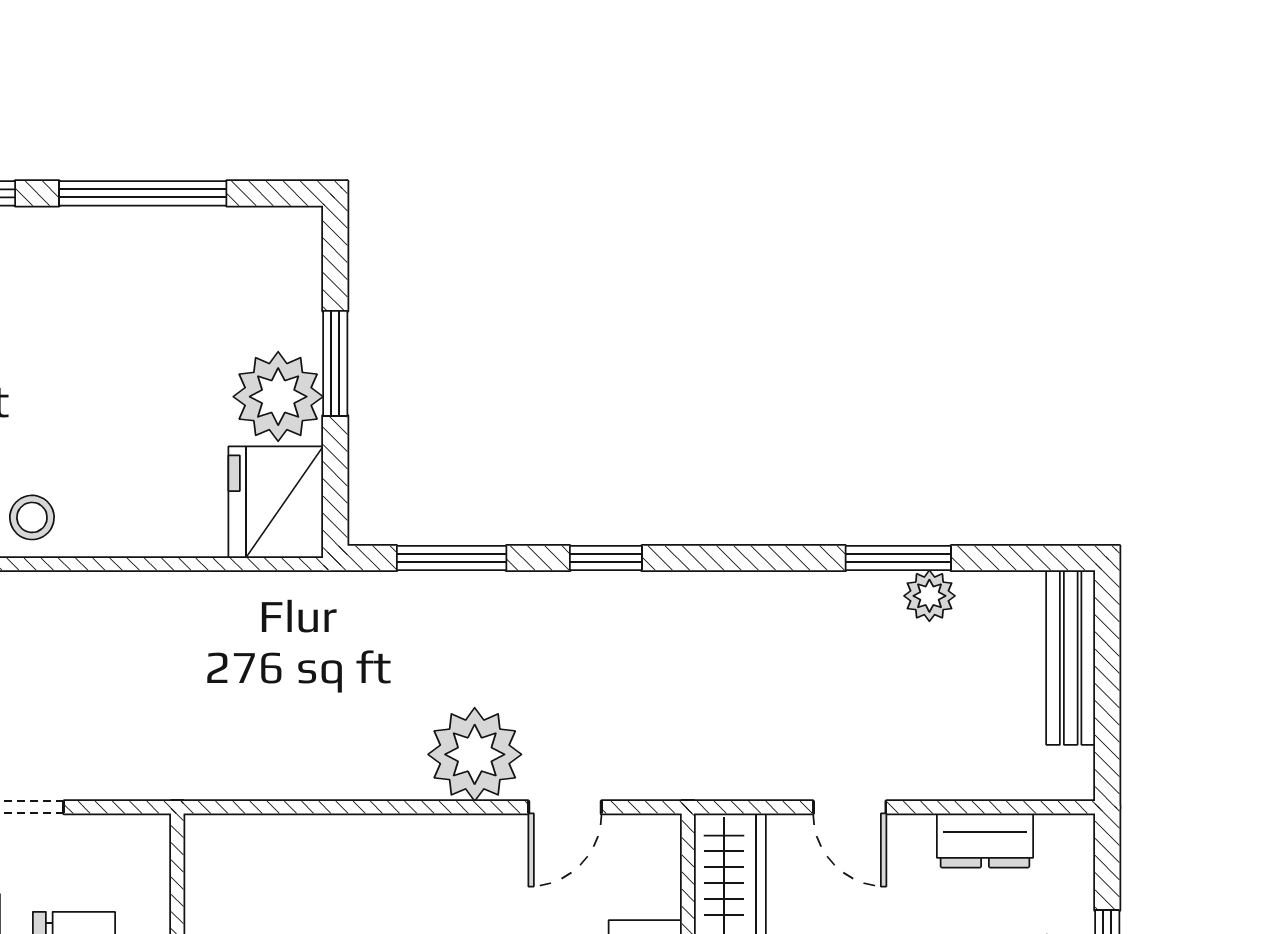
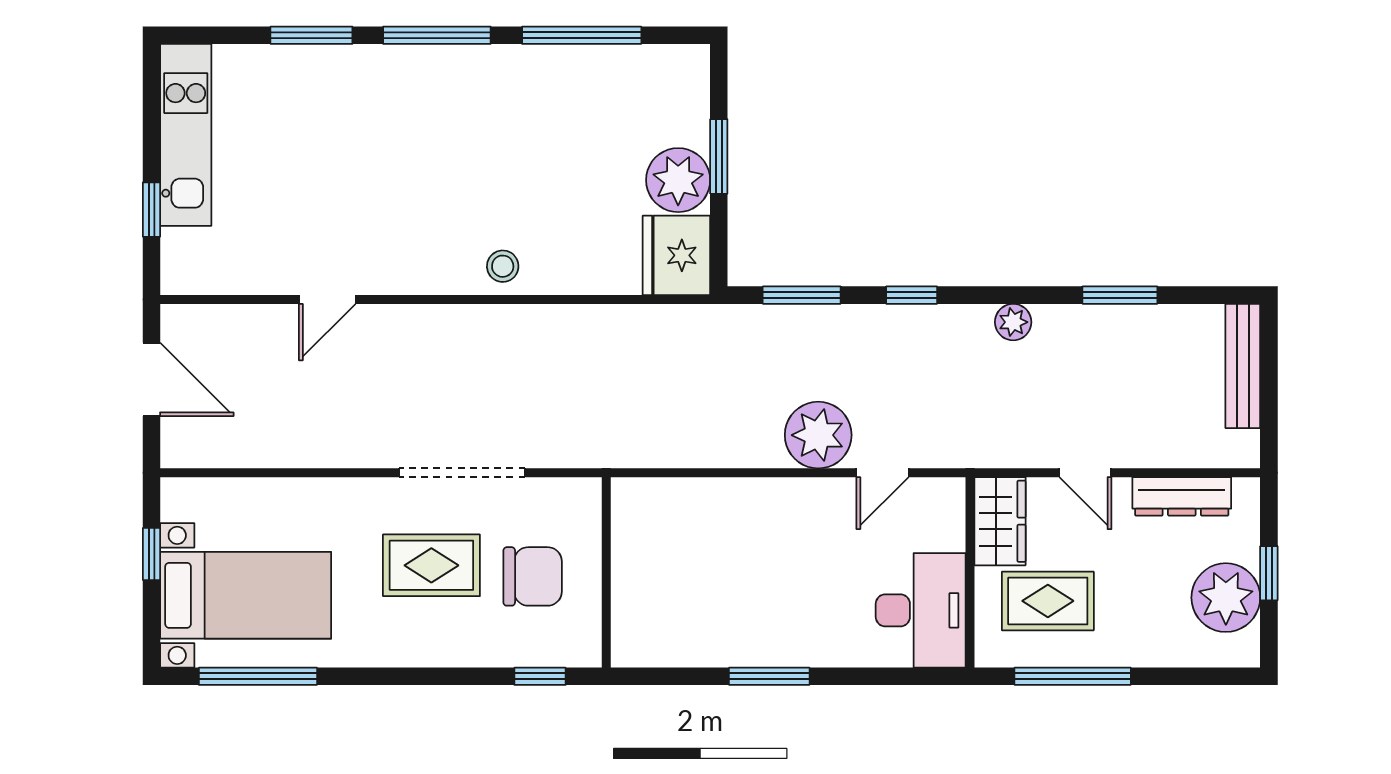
plant: (929, 596) -> (1013, 322), moved
dresser: (985, 841) -> (1182, 496), width x1.44

